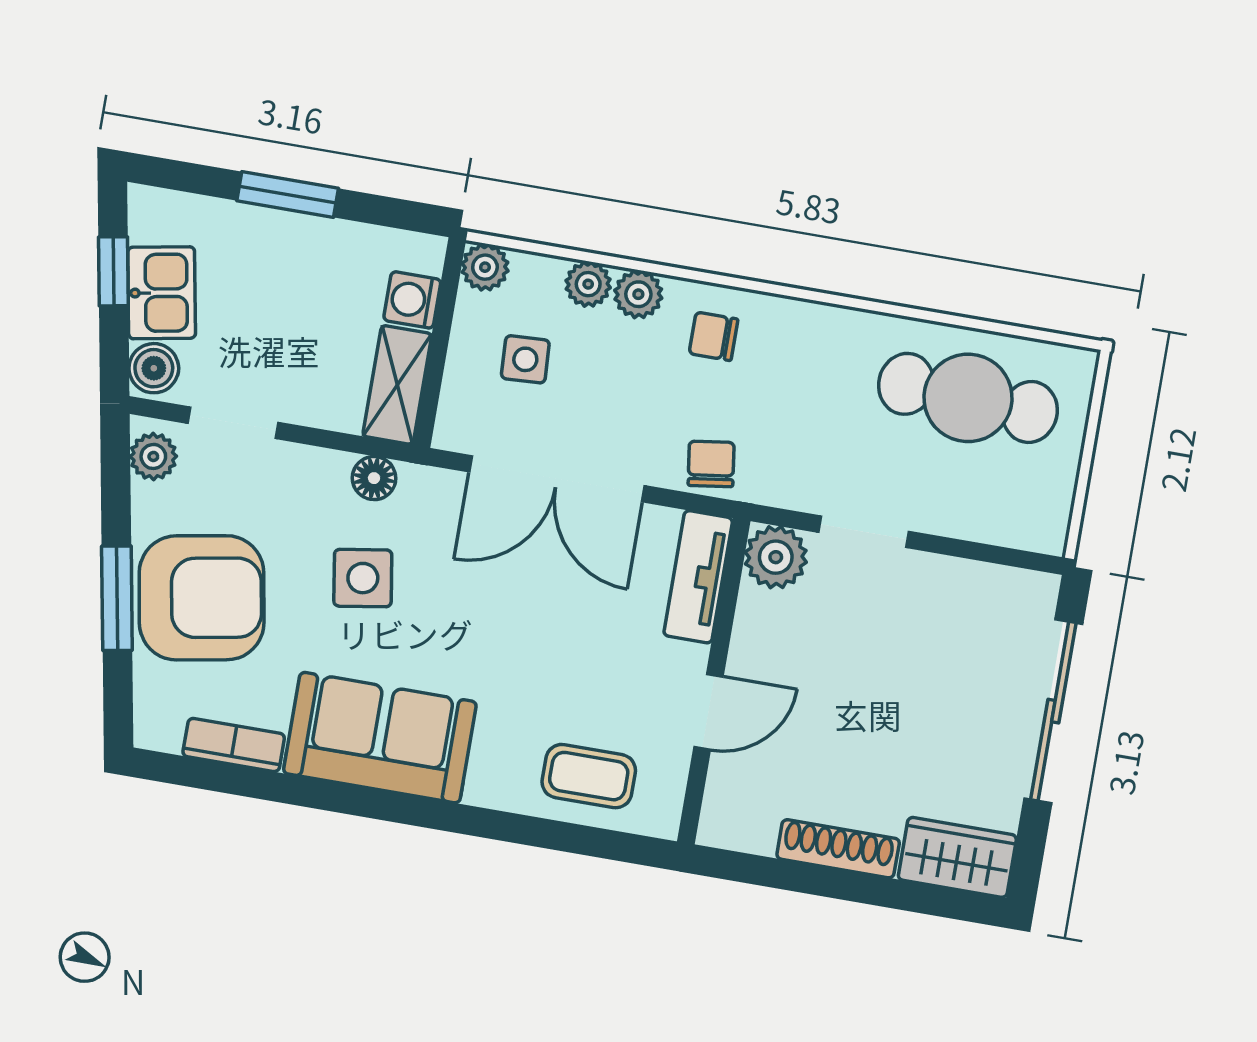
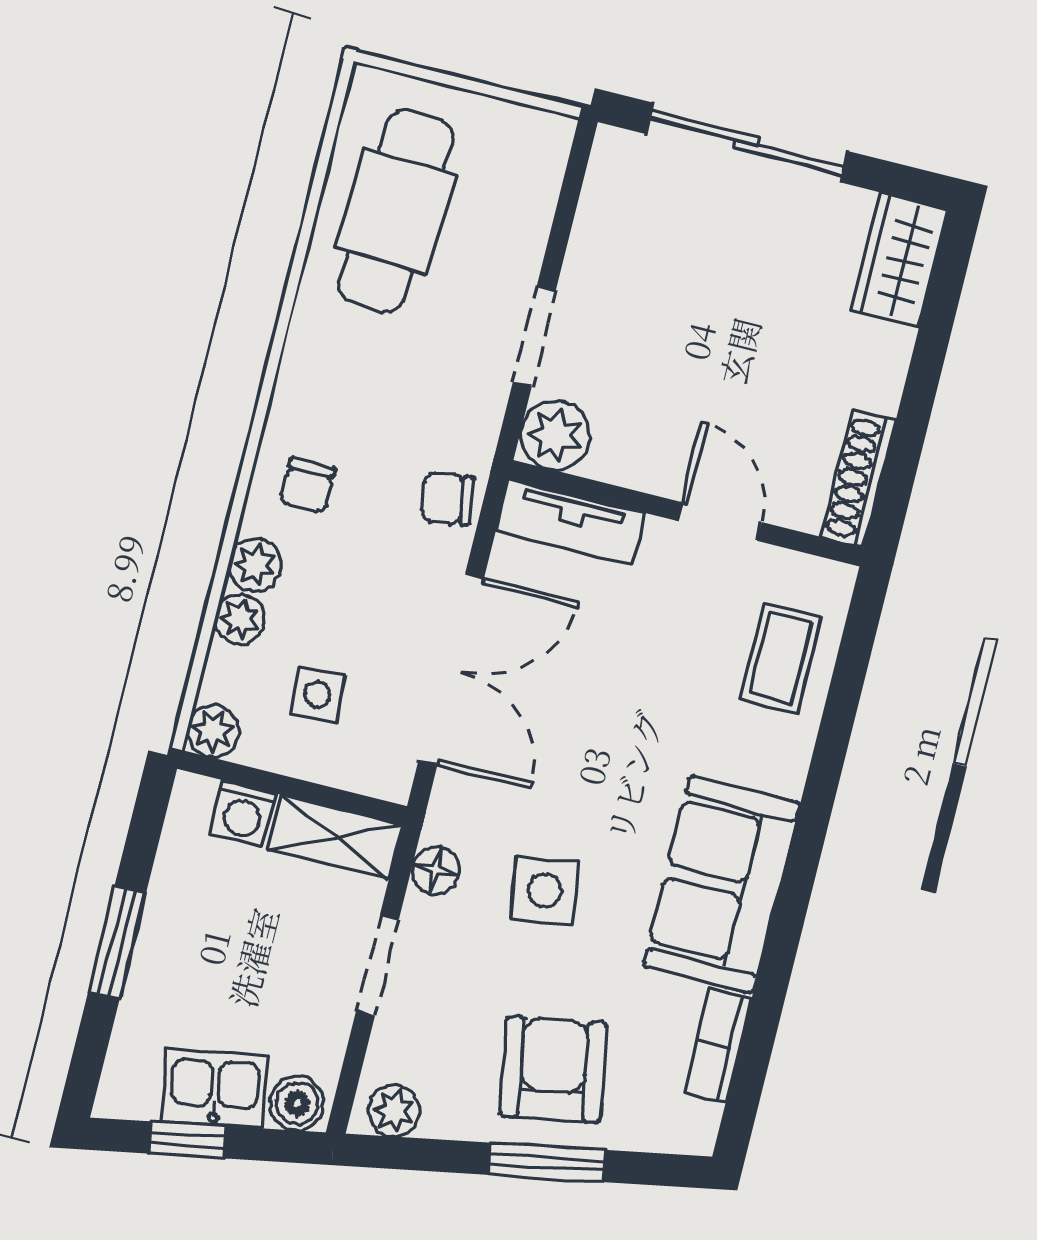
doorway: (233, 423) -> (378, 965), moved
armchair: (202, 598) -> (553, 1069), width x0.73, depth x0.73
shoe rack: (838, 849) -> (858, 479), moved

